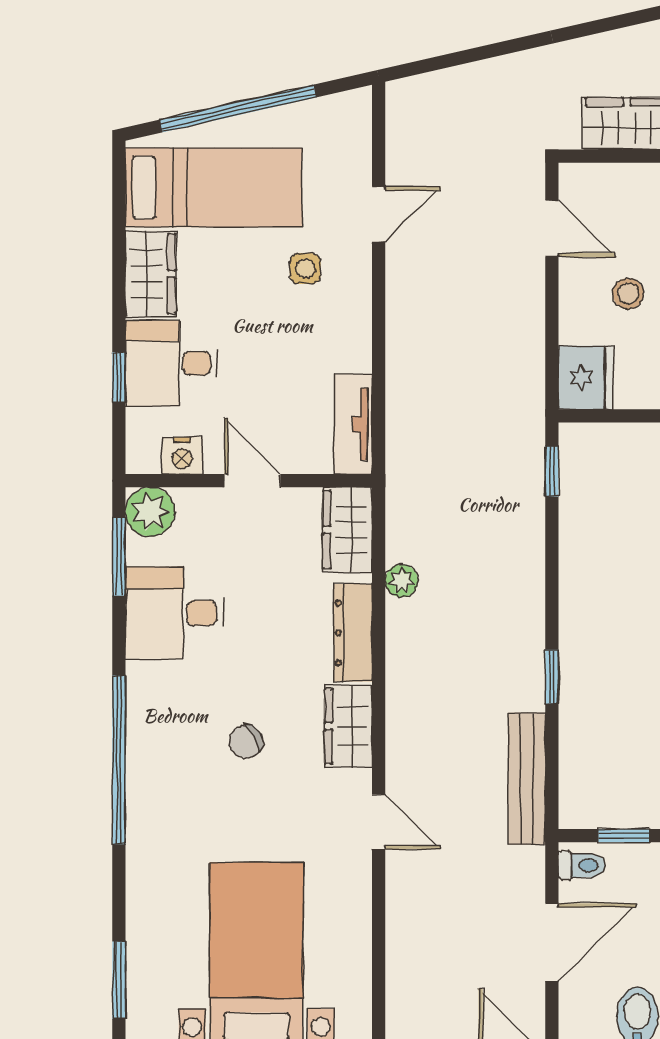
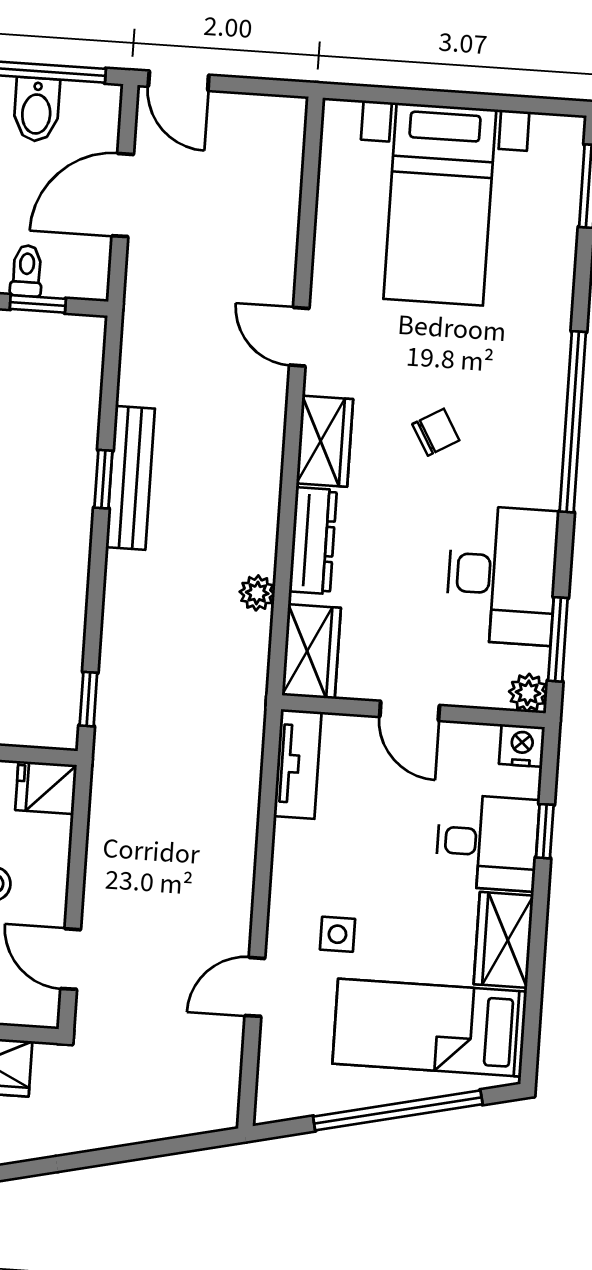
fridge: (586, 378) -> (46, 788), width x0.72
nightstand: (182, 456) -> (522, 746), moved
plant: (150, 512) -> (528, 693), width x0.73, depth x0.73
desk: (175, 613) -> (502, 575), width x1.37
bench: (527, 779) -> (130, 478), moved
toilet: (582, 865) -> (27, 271), moved, turned 90

